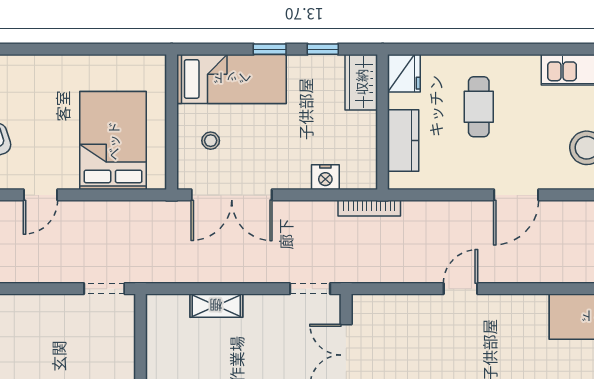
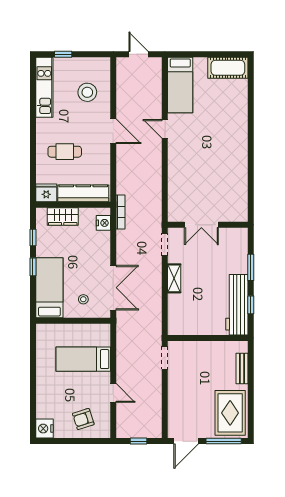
wardrobe: (361, 82) -> (63, 216), moved
kitchen counter: (403, 140) -> (83, 193), width x1.50
bed: (113, 141) -> (83, 359), width x0.67
nightstand: (325, 177) -> (103, 223), moved
door: (460, 289) -> (165, 129), moved
shelving: (216, 306) -> (174, 278), moved

